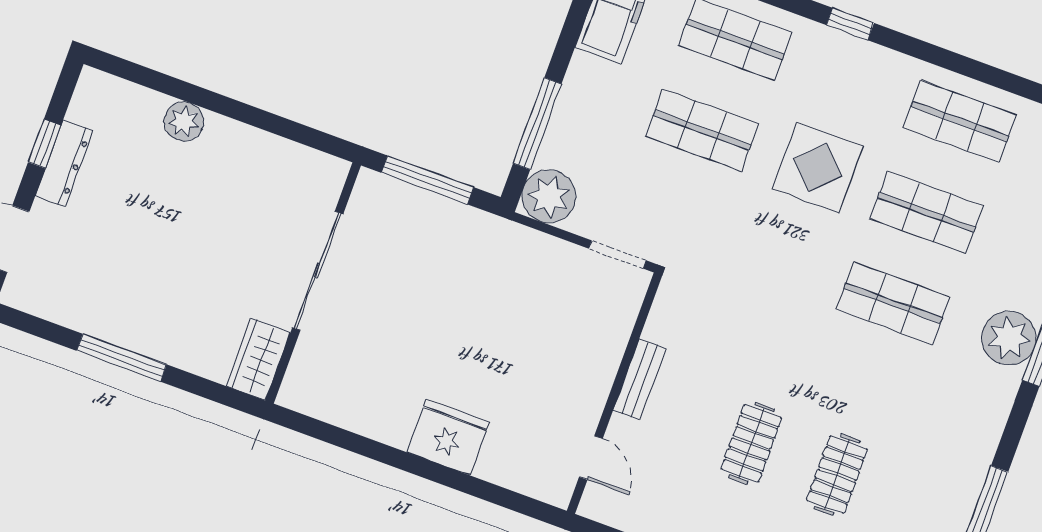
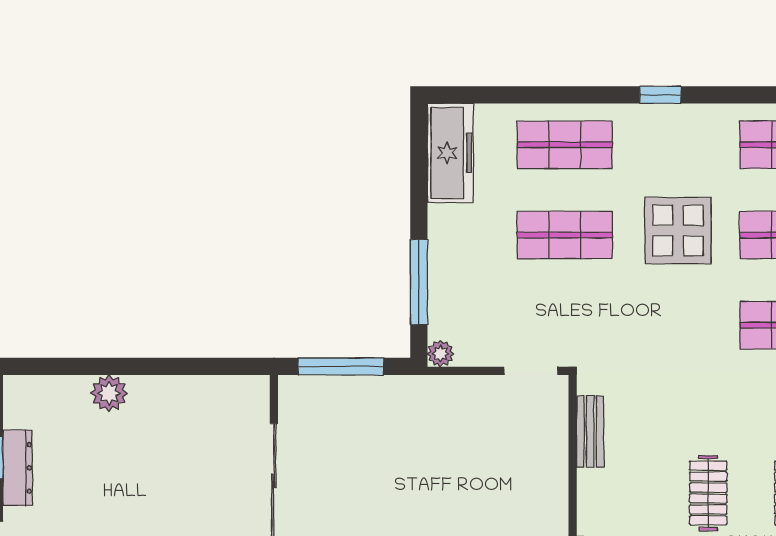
plant: (549, 196) -> (441, 353), width x0.53, depth x0.53
bench: (640, 379) -> (590, 431), moved

